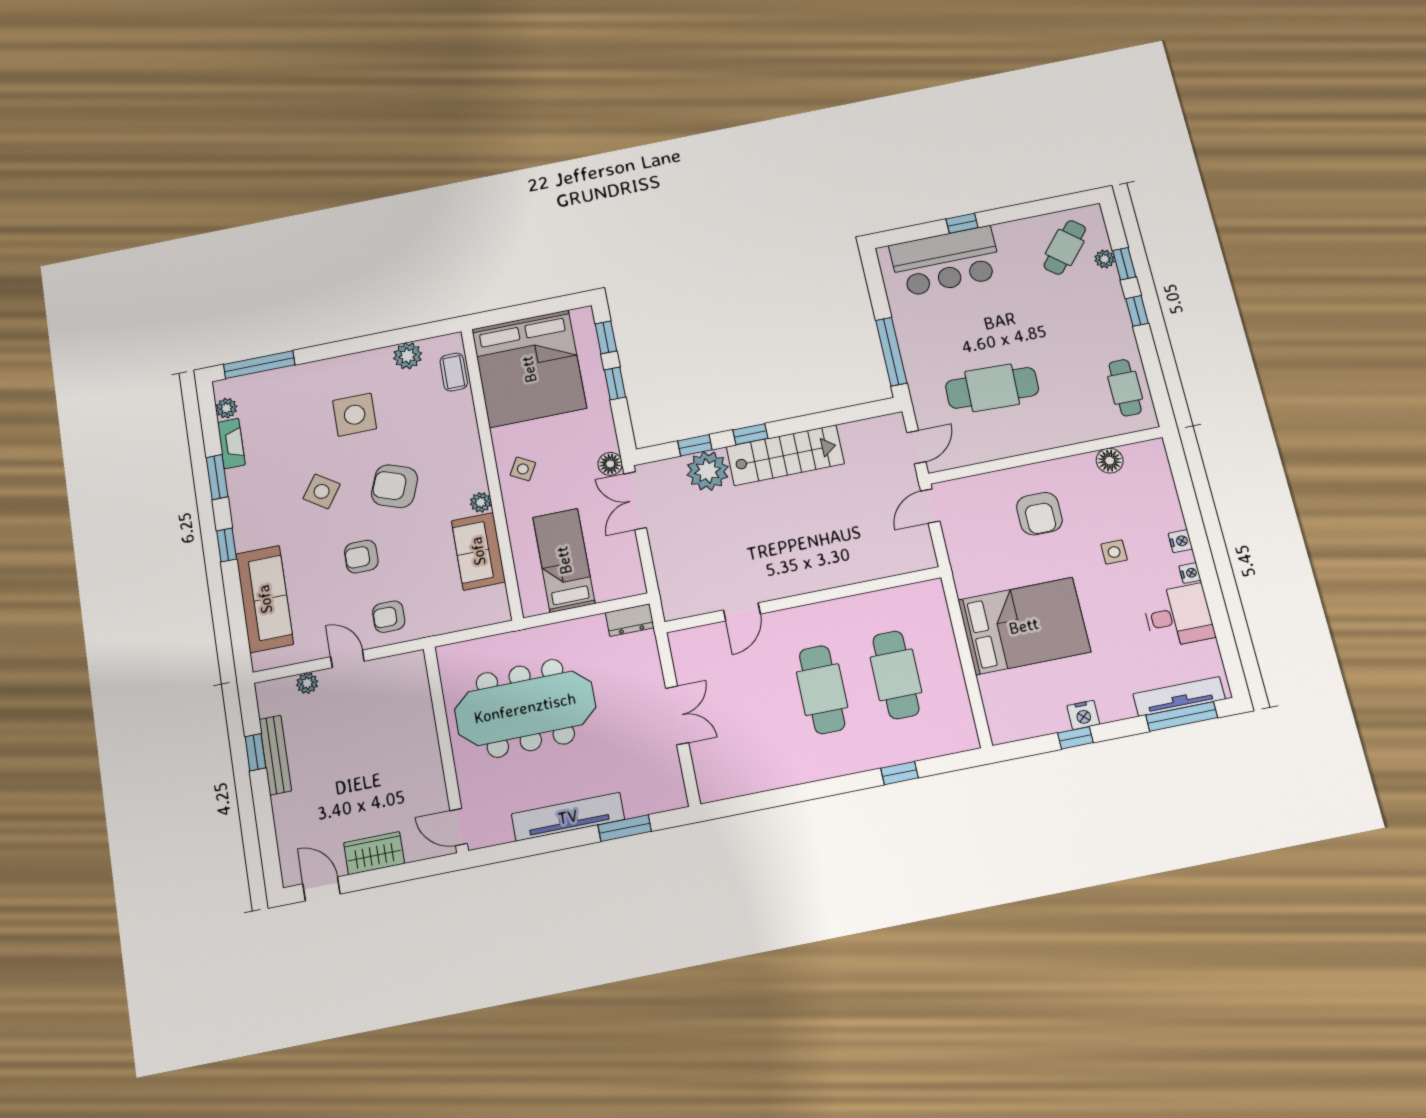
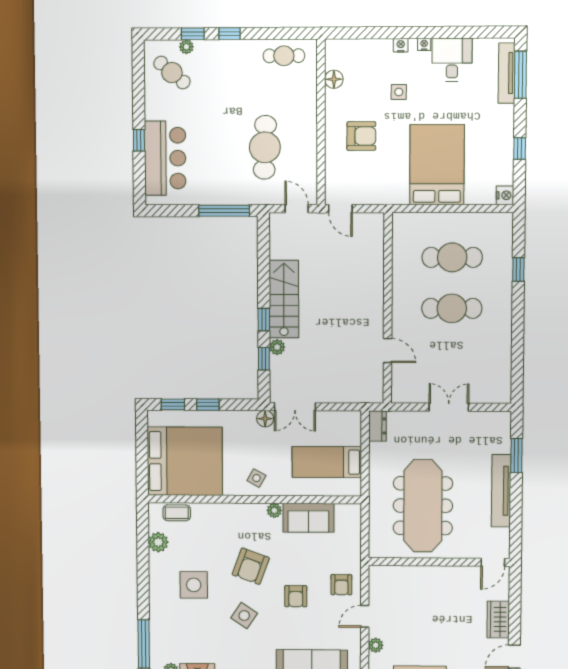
plant: (708, 471) -> (277, 347), width x0.53, depth x0.53
nightstand: (1083, 715) -> (505, 195), moved

